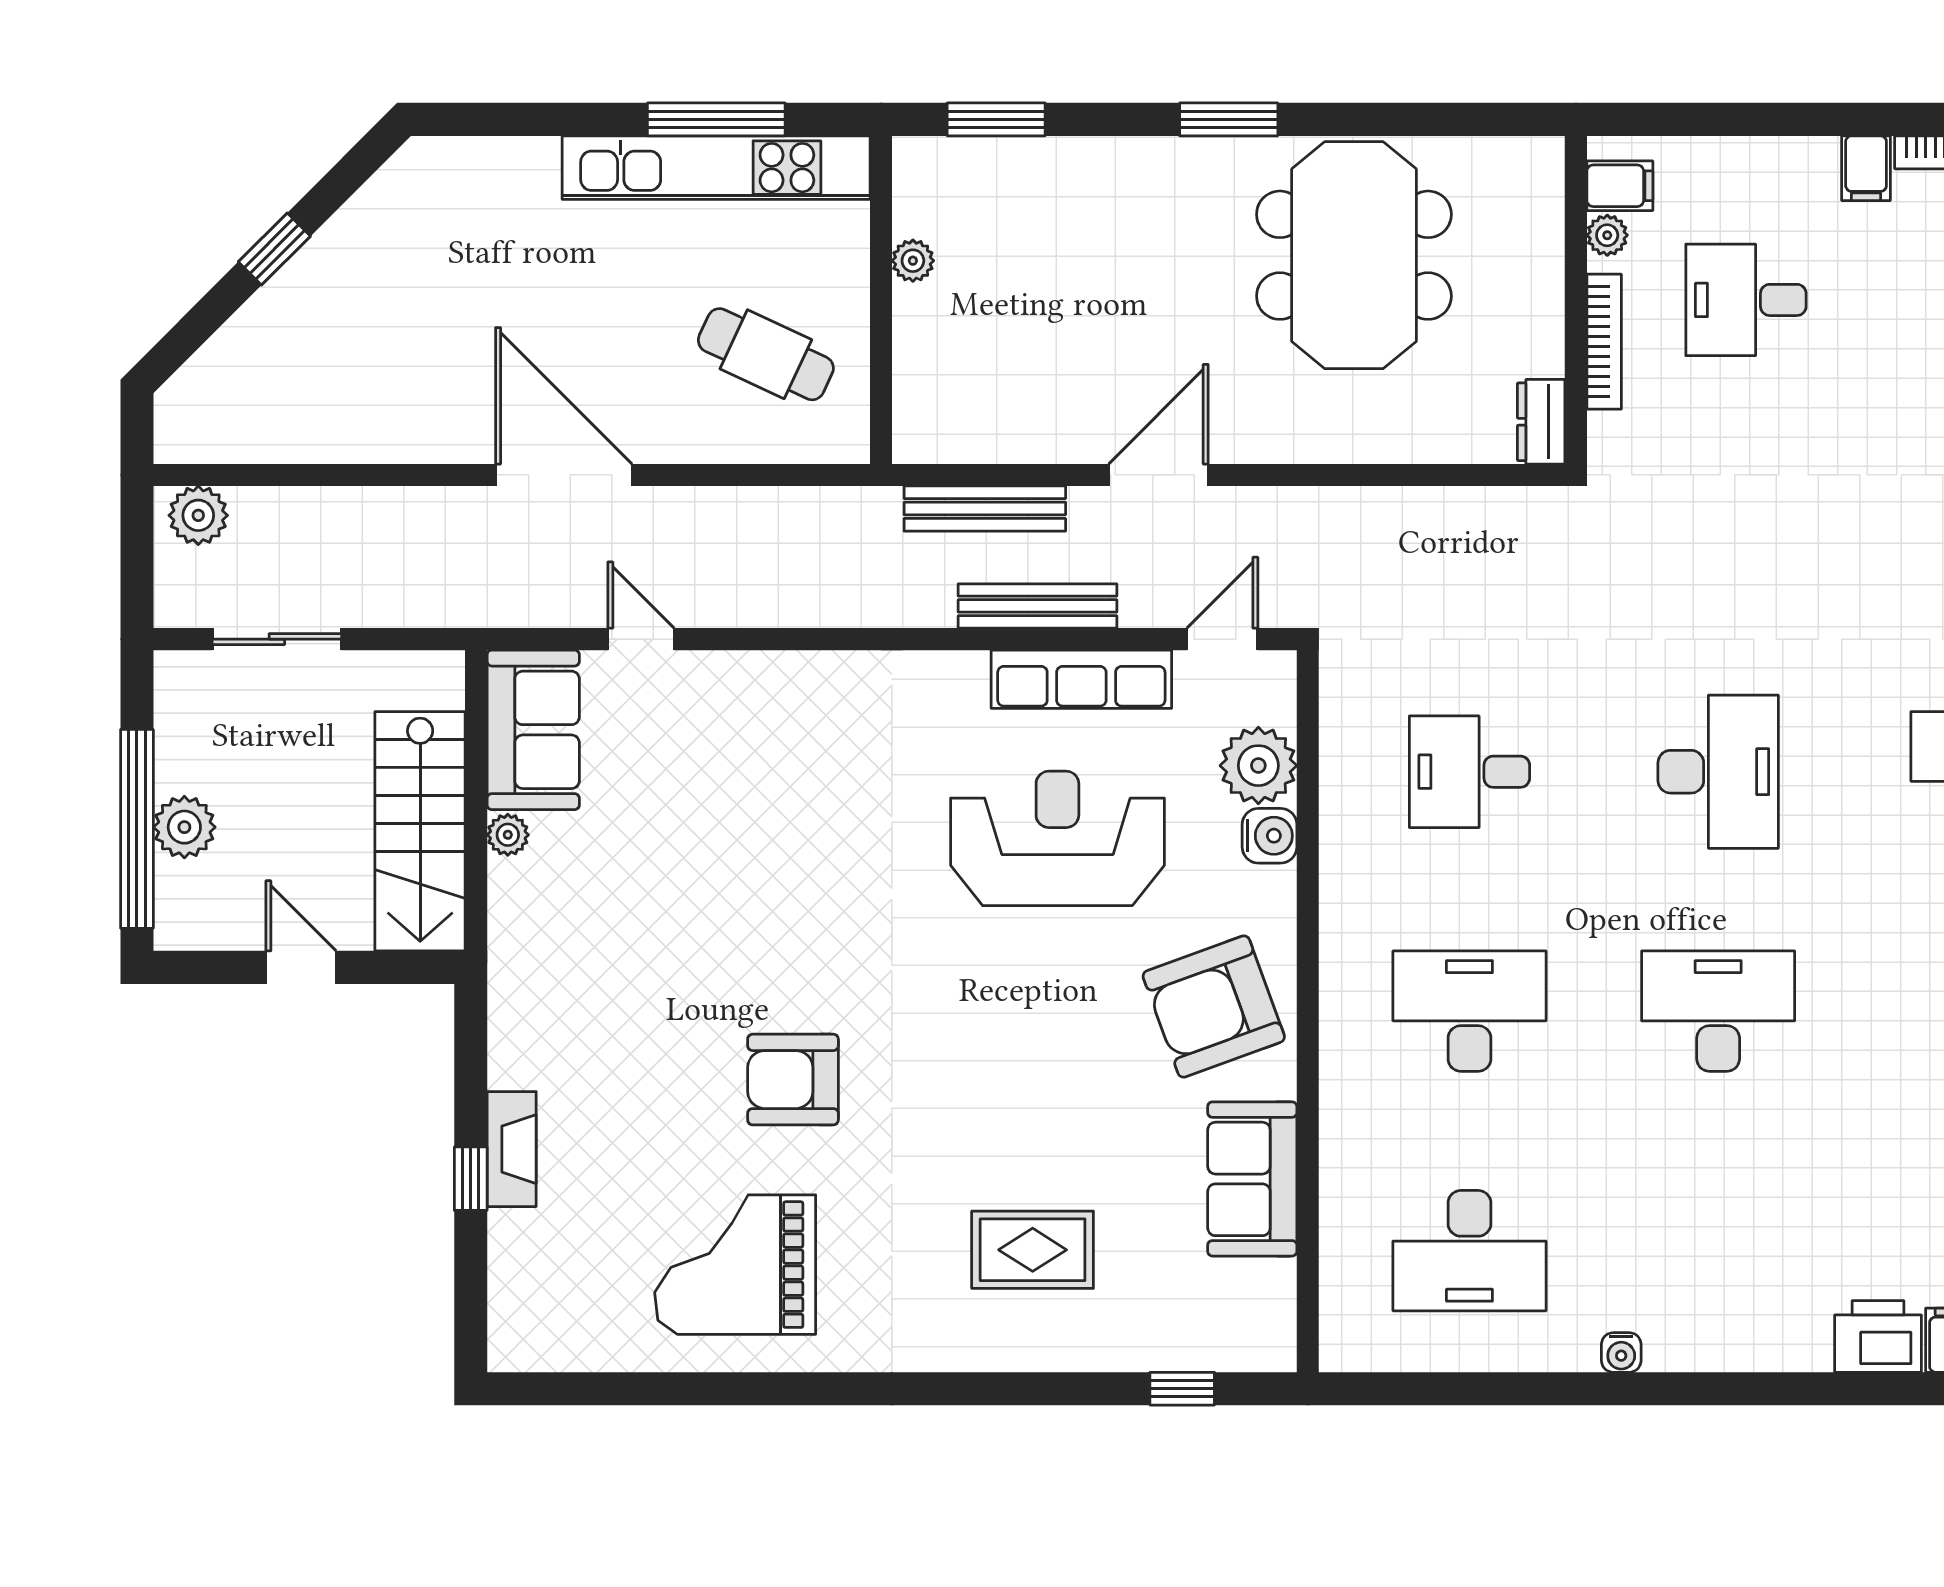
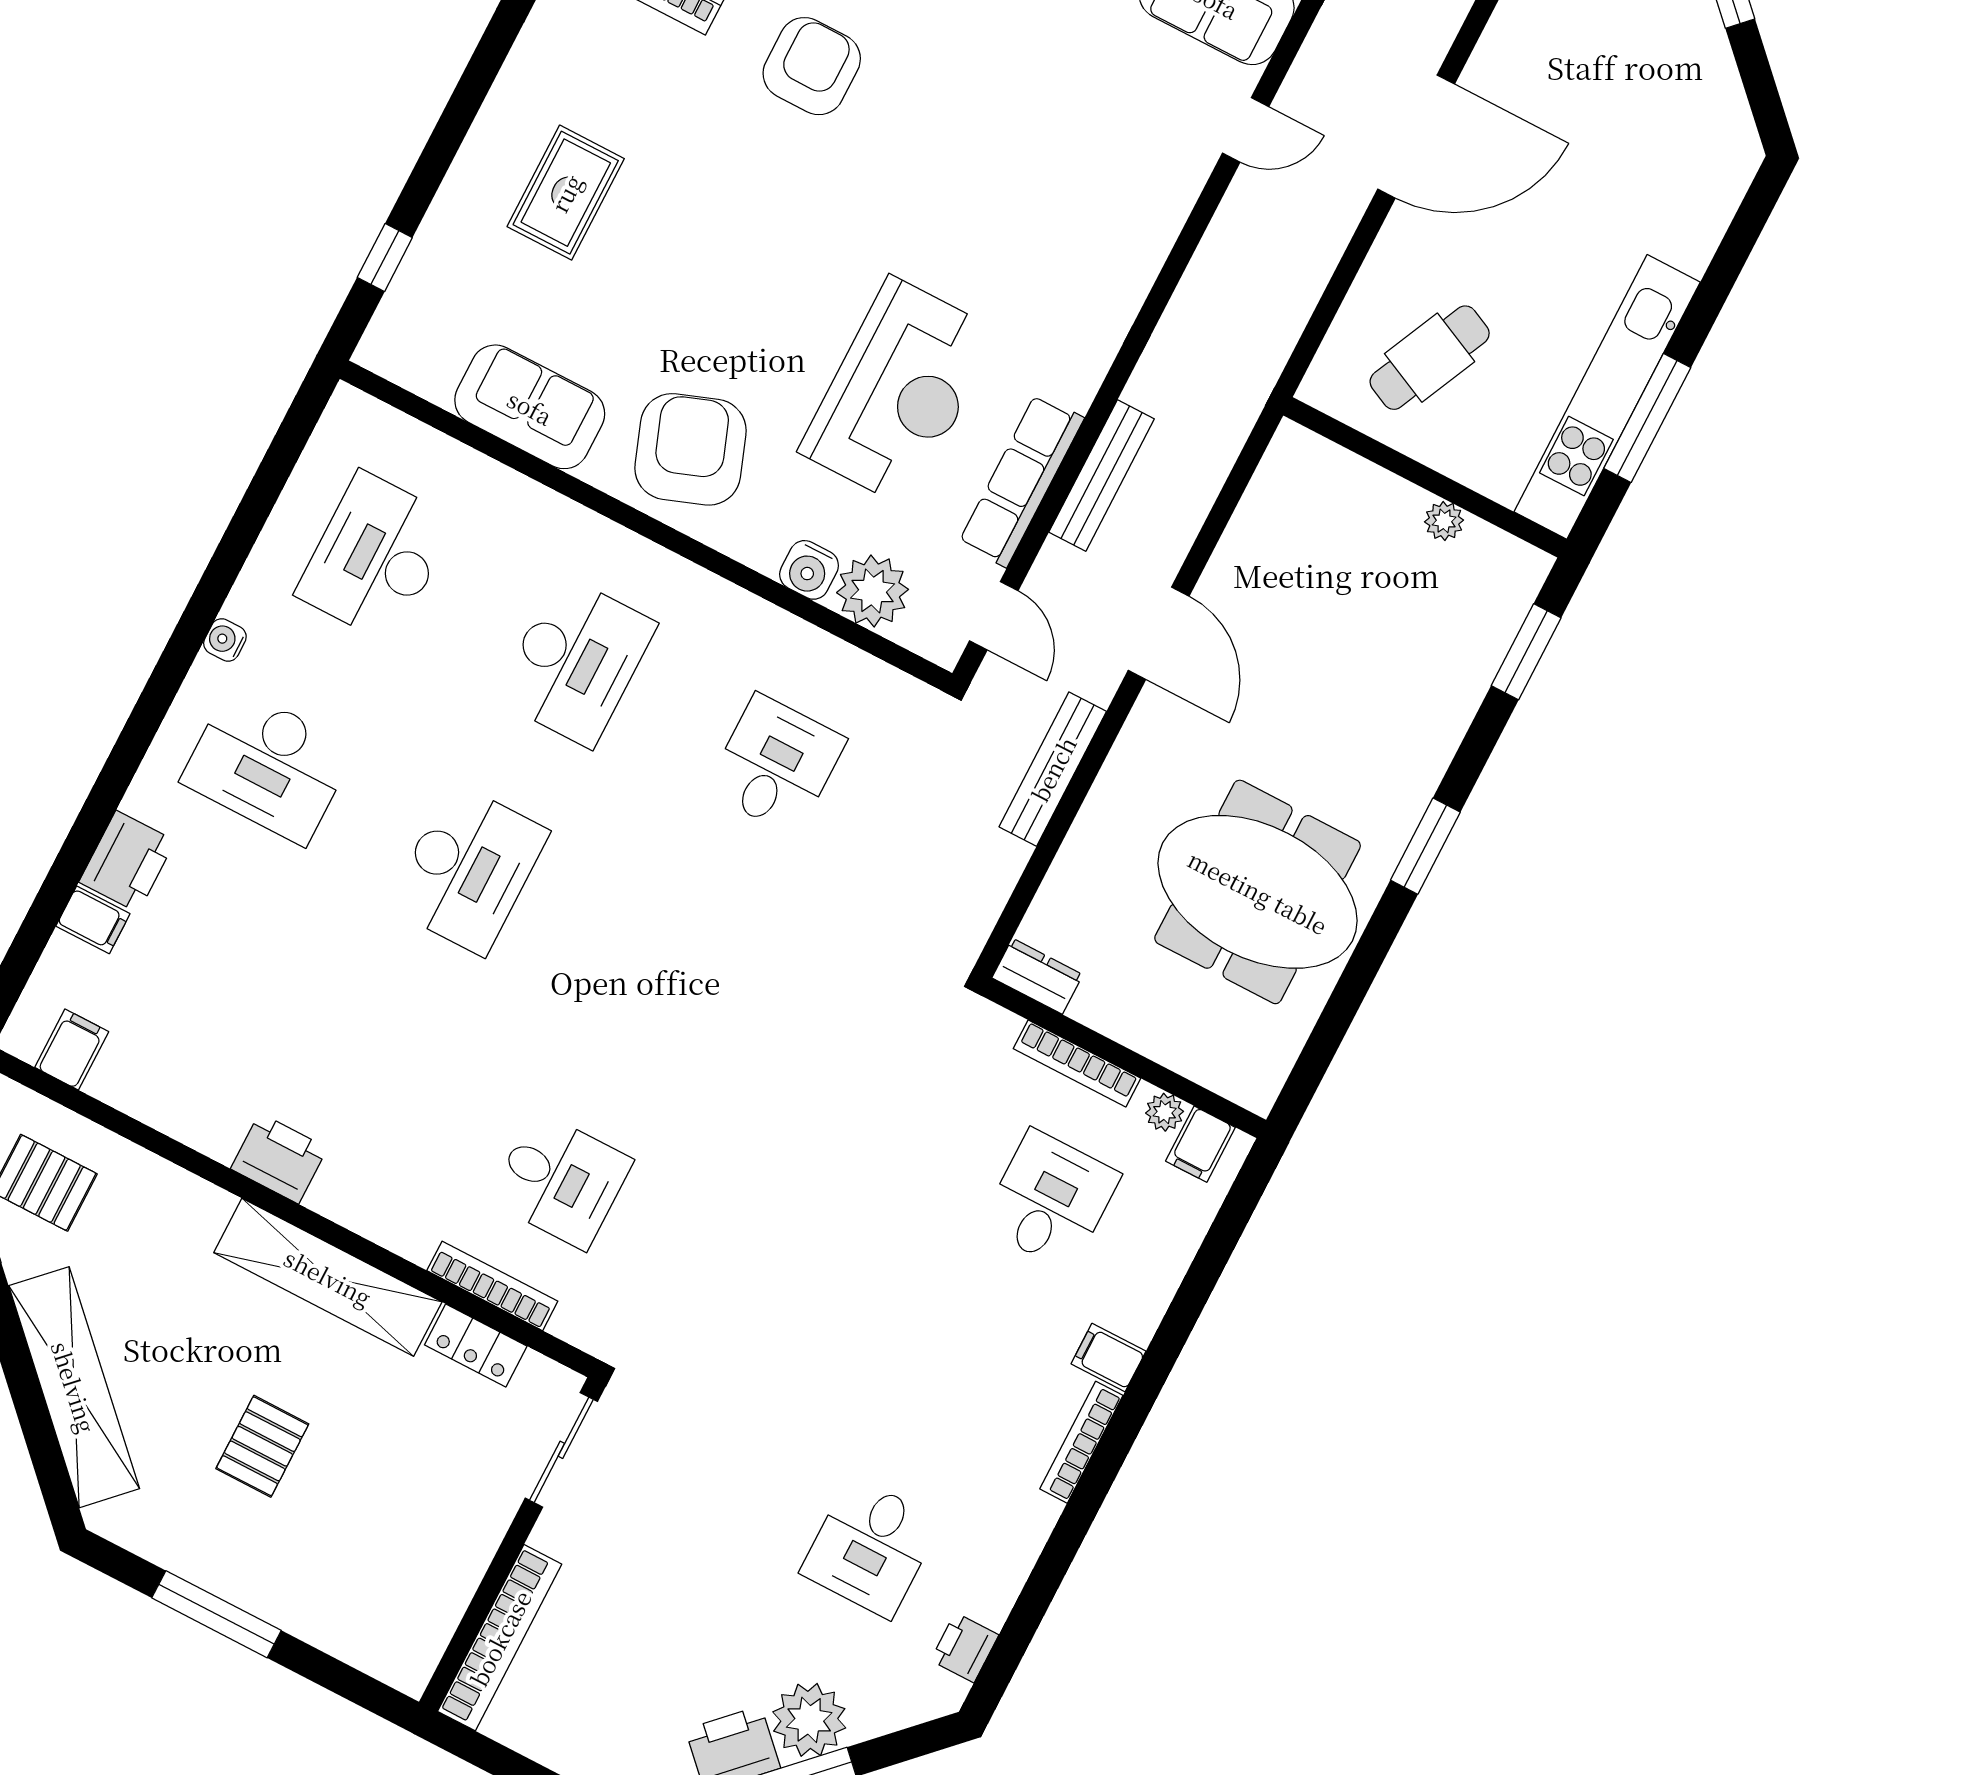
bench: (985, 509) -> (1053, 769), moved
desk: (1718, 772) -> (268, 765), moved

